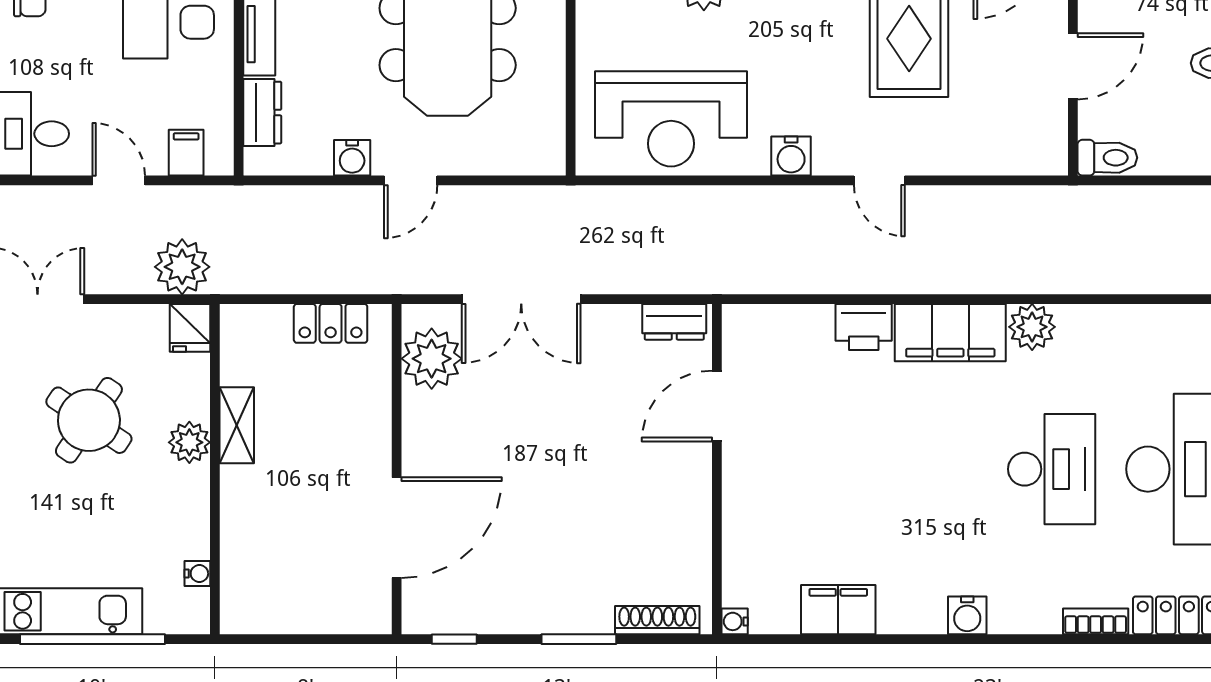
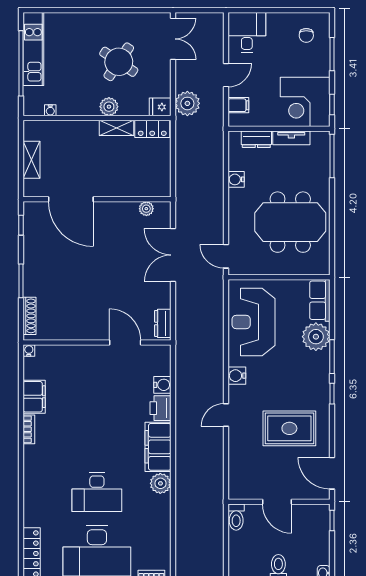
door: (411, 180) -> (226, 256), moved
locker: (331, 323) -> (152, 129), moved, turned -90
plant: (432, 359) -> (146, 209), width x0.53, depth x0.53
water cooler: (967, 615) -> (162, 385), moved, turned 180
shelving: (308, 616) -> (31, 160), added
bookcase: (1096, 621) -> (29, 429), moved

